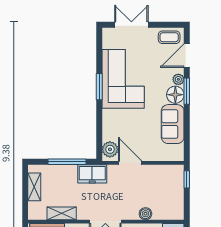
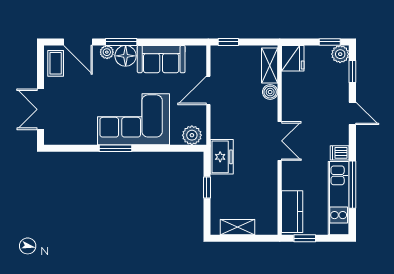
corner sofa: (123, 79) -> (133, 119), moved
window: (67, 162) -> (207, 187), width x0.46
door: (130, 163) -> (208, 90), moved
shelving: (62, 213) -> (270, 66), moved

